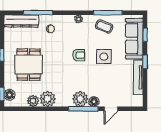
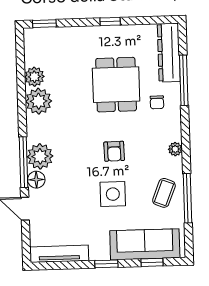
dining table: (29, 65) -> (116, 85), moved, turned 90
tv unit: (138, 77) -> (59, 254), moved
floor lamp: (9, 95) -> (43, 36), removed

